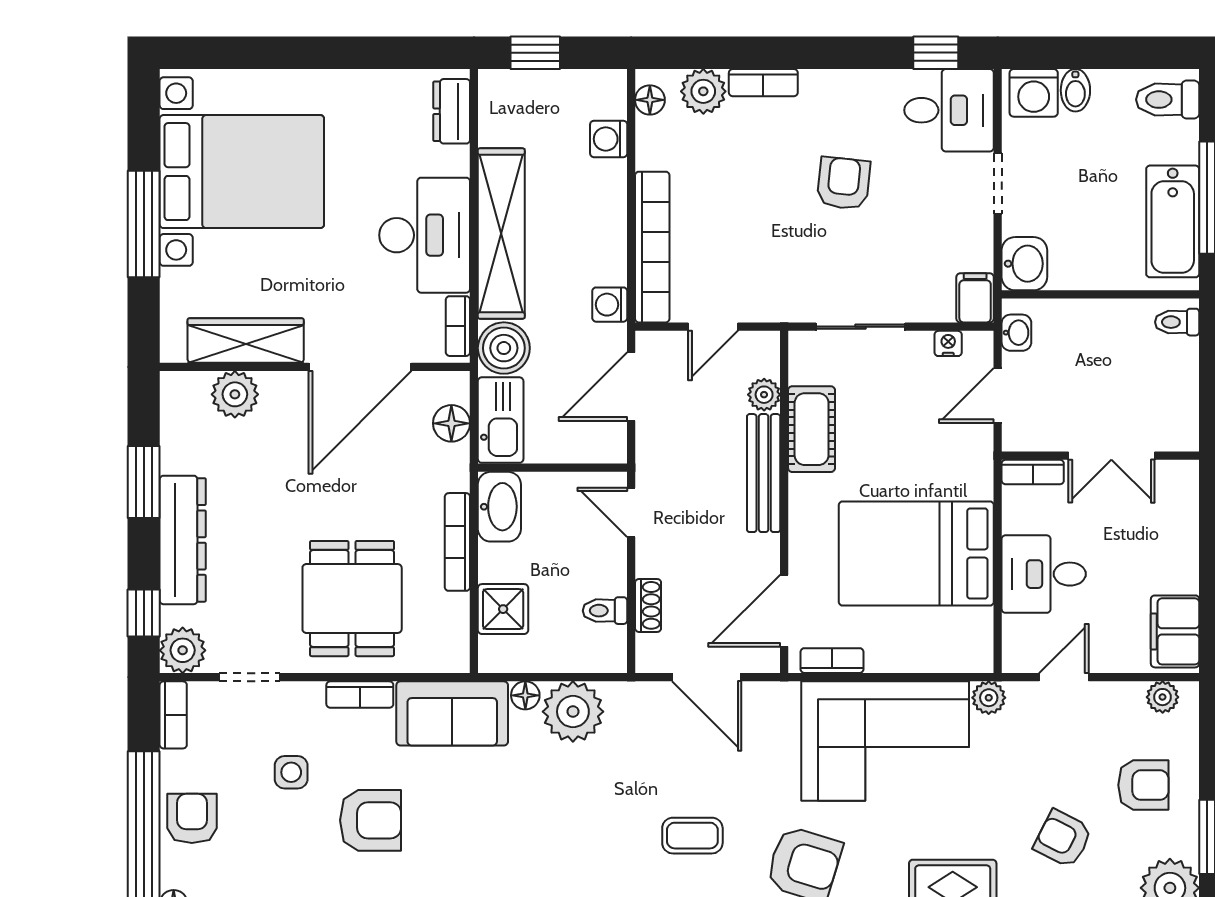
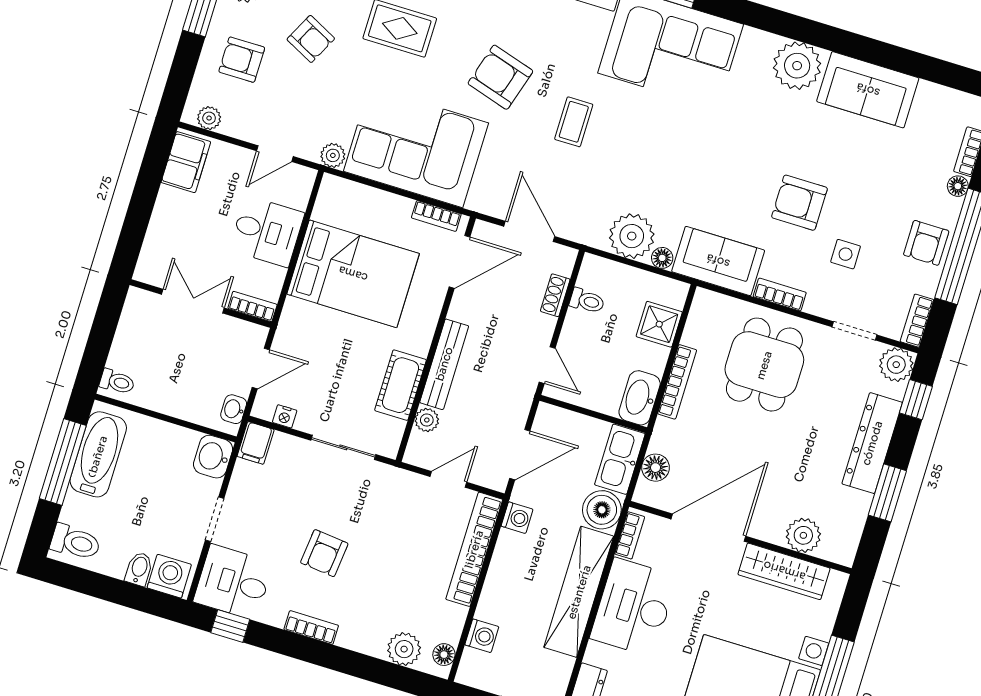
bookcase: (763, 83) -> (311, 627), moved
coffee table: (692, 836) -> (574, 122), turned 90

